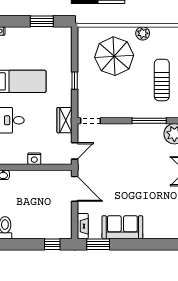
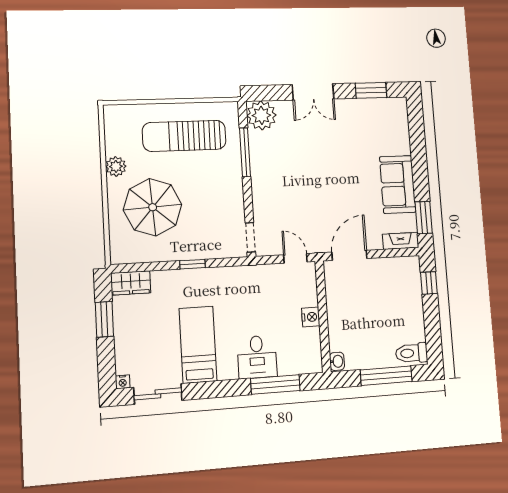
sun lounger: (162, 80) -> (184, 136), width x1.36, depth x1.34
wardrobe: (65, 120) -> (131, 283), moved

